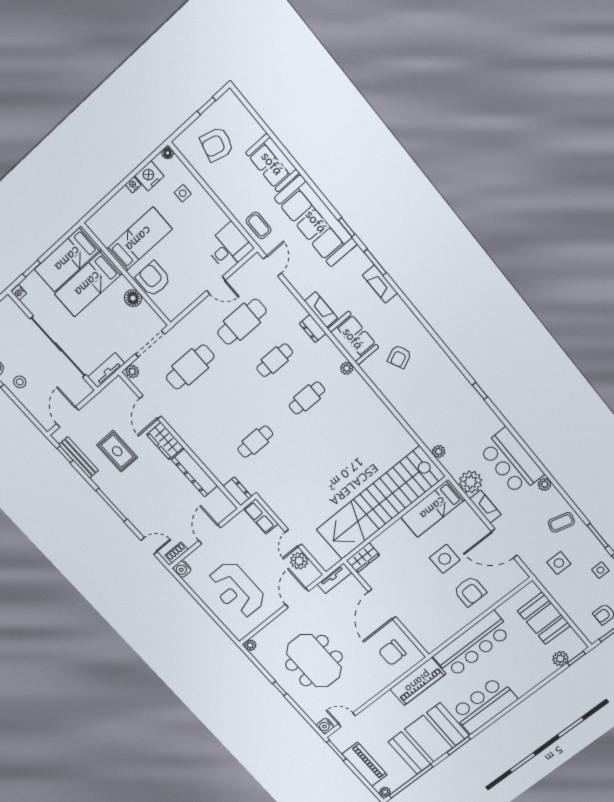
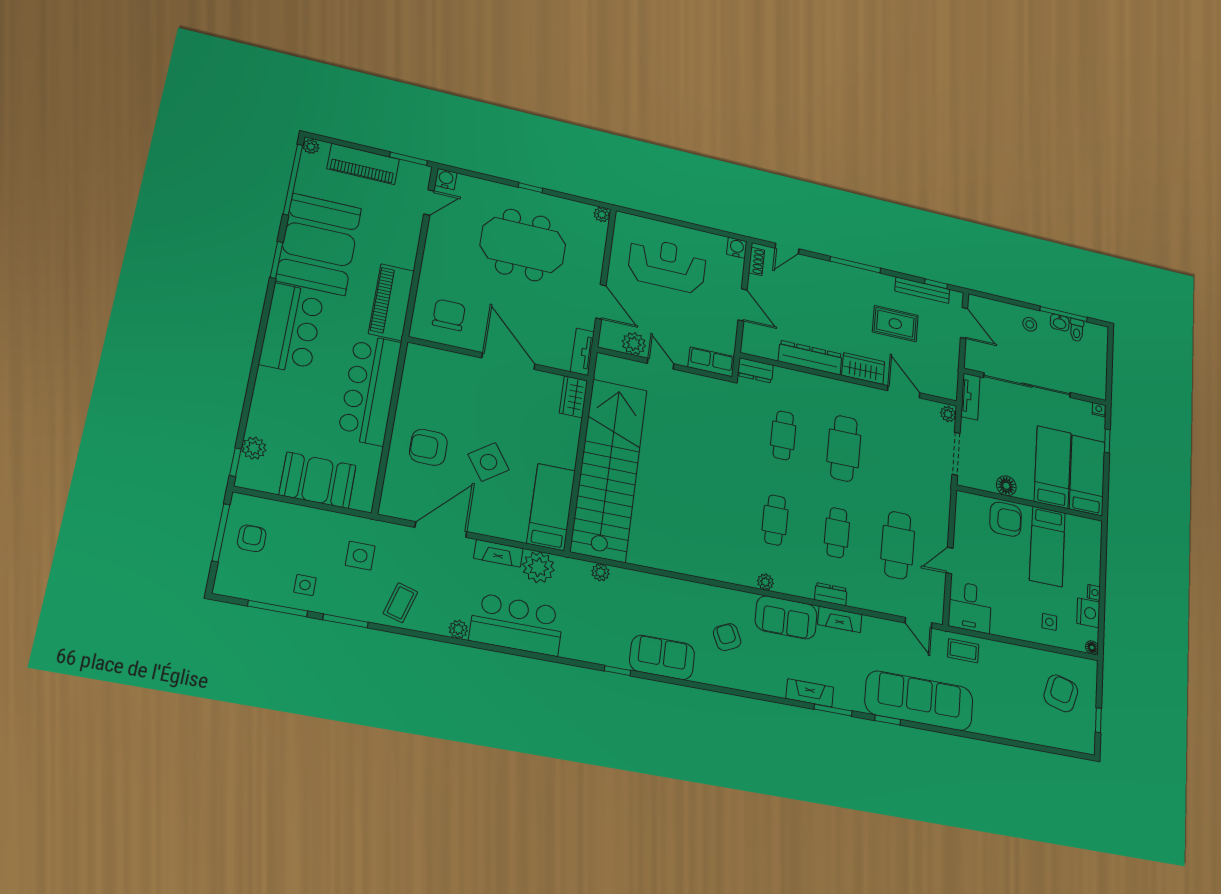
sofa: (272, 163) -> (662, 657), moved
cafe table: (190, 367) -> (844, 448), moved
side table: (445, 559) -> (489, 462), turned -35

